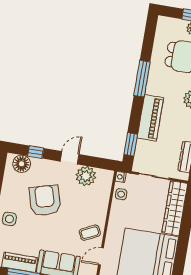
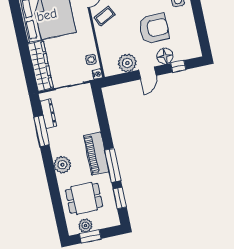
piano: (150, 118) -> (96, 154), moved
window: (131, 144) -> (120, 198), moved
floor lamp: (22, 164) -> (165, 56), moved
armchair: (45, 200) -> (154, 28), turned -74

